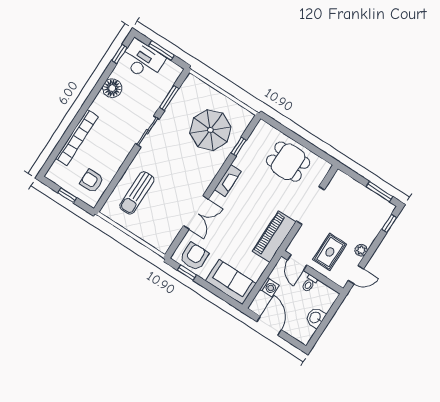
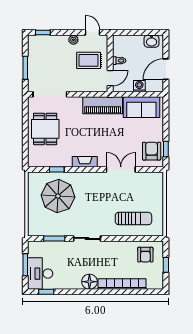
floor lamp: (112, 88) -> (89, 282), moved
window: (380, 192) -> (25, 68), moved
doorway: (310, 205) -> (50, 94), moved
armchair: (194, 256) -> (152, 151), turned 90
sofa: (231, 282) -> (141, 107), moved, turned -90
washbasin: (315, 318) -> (152, 41), moved

